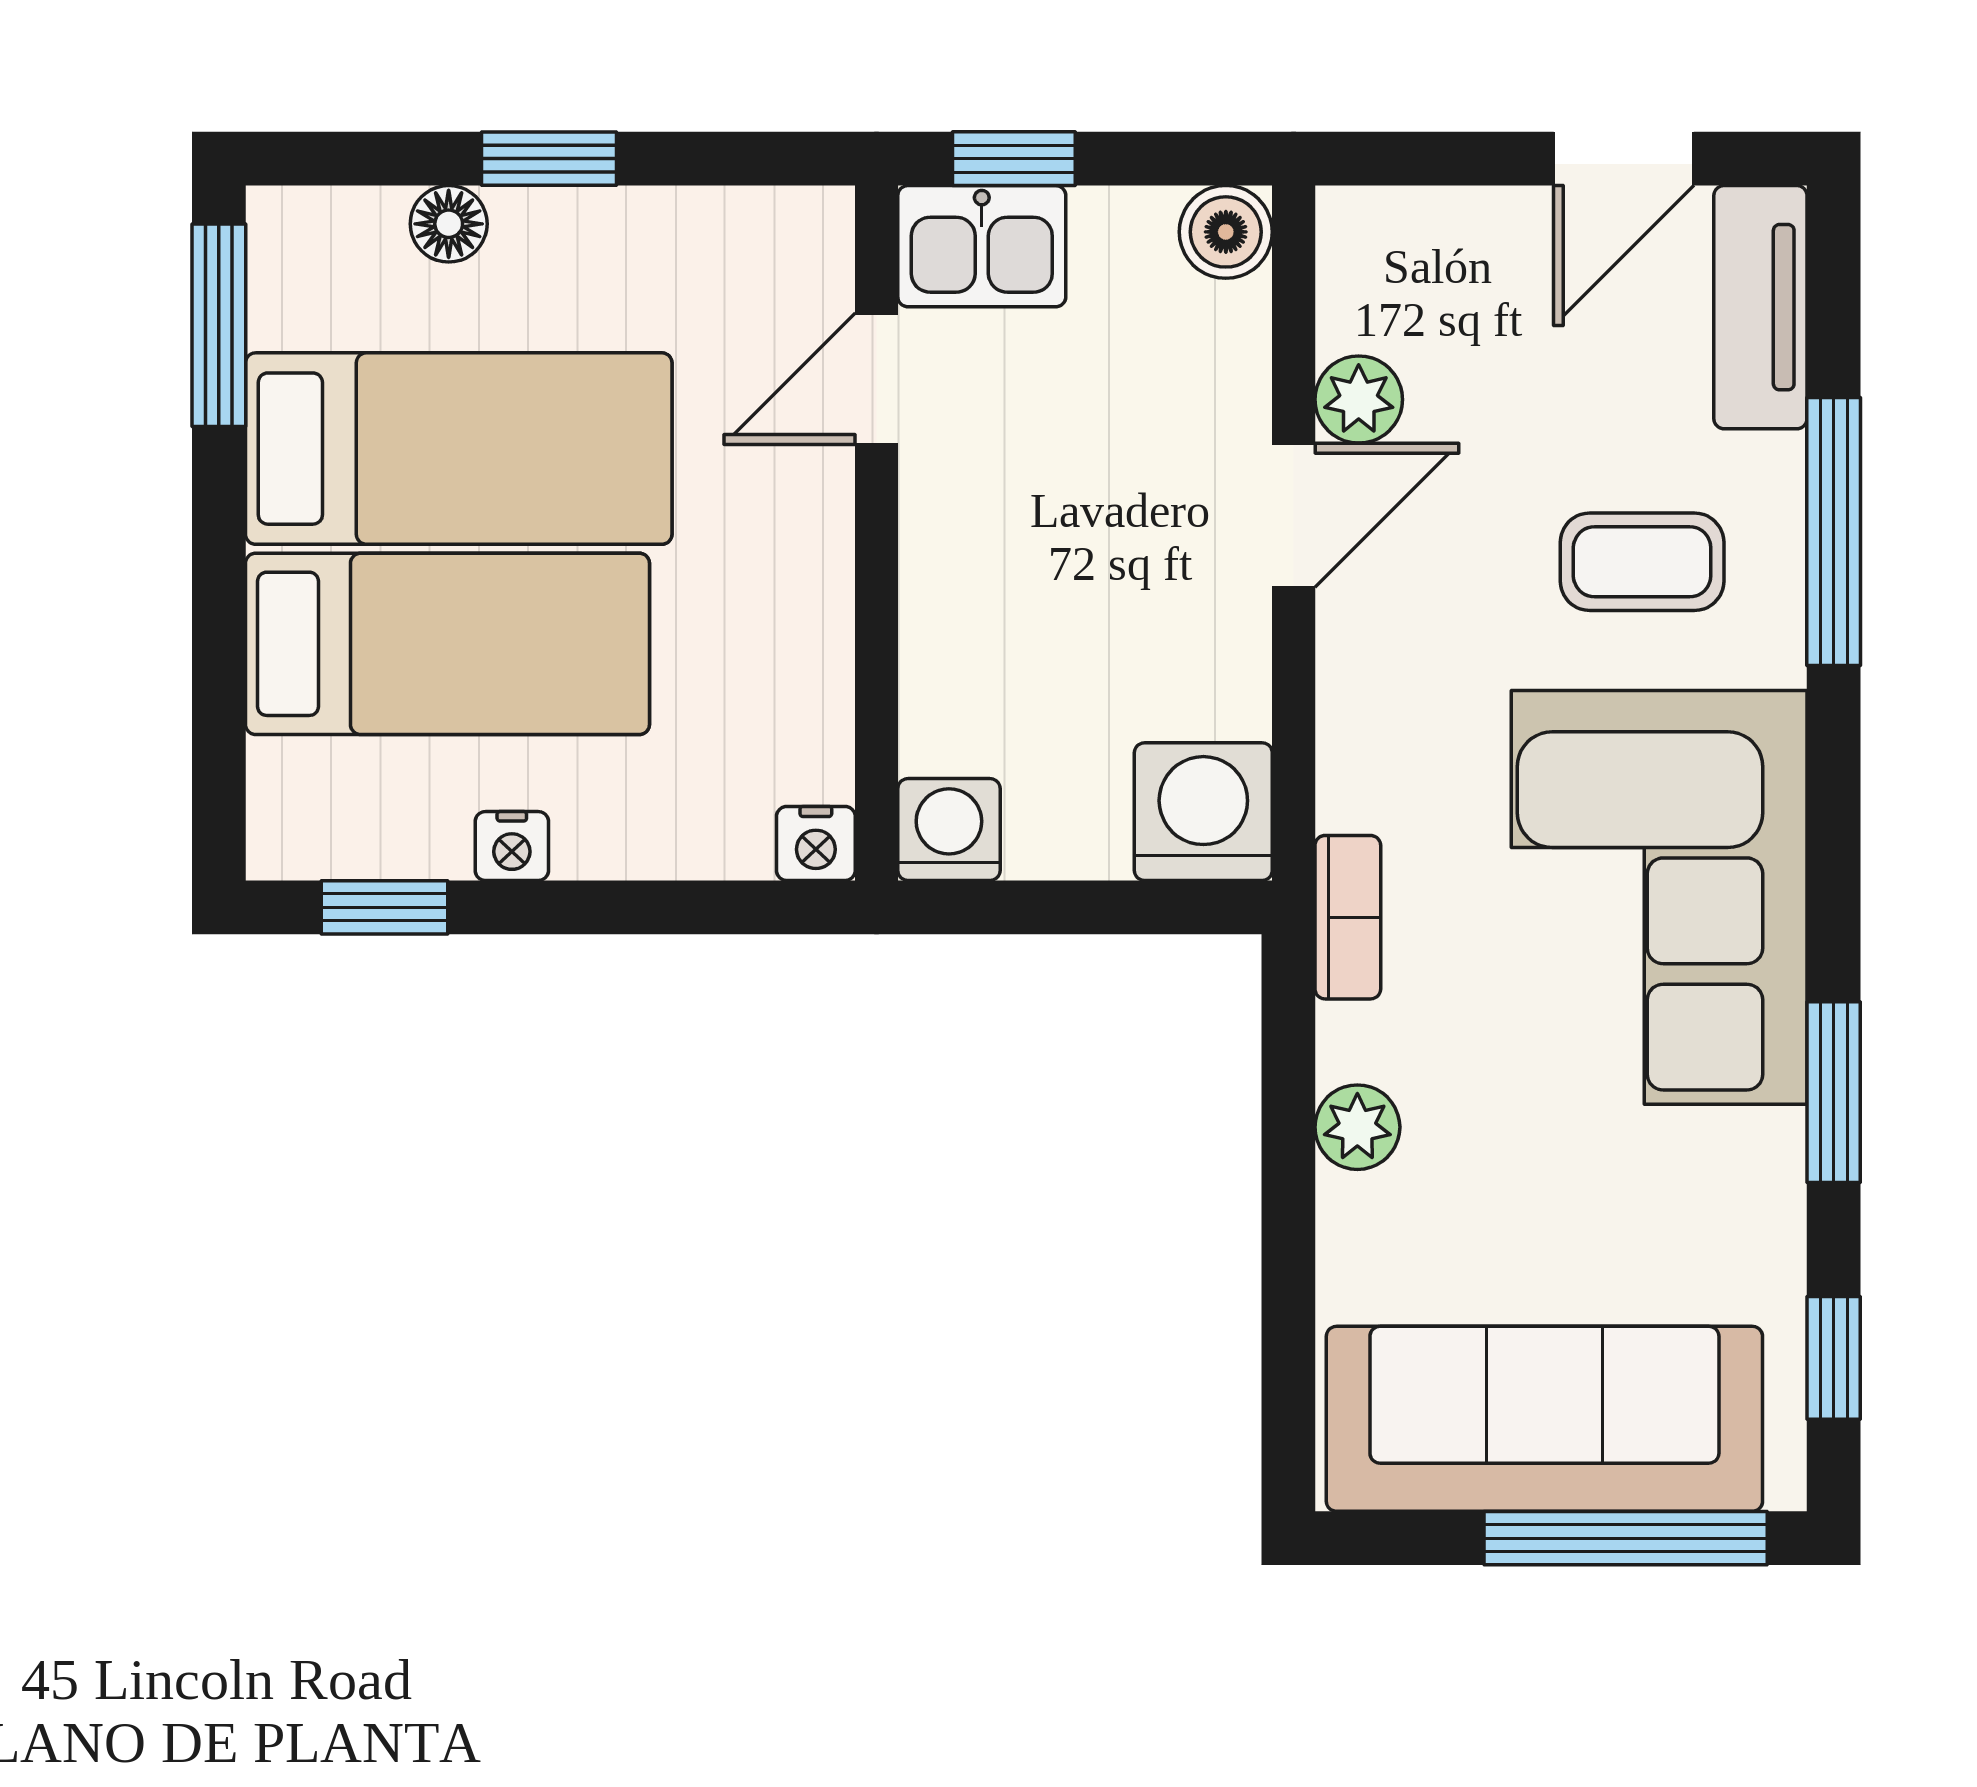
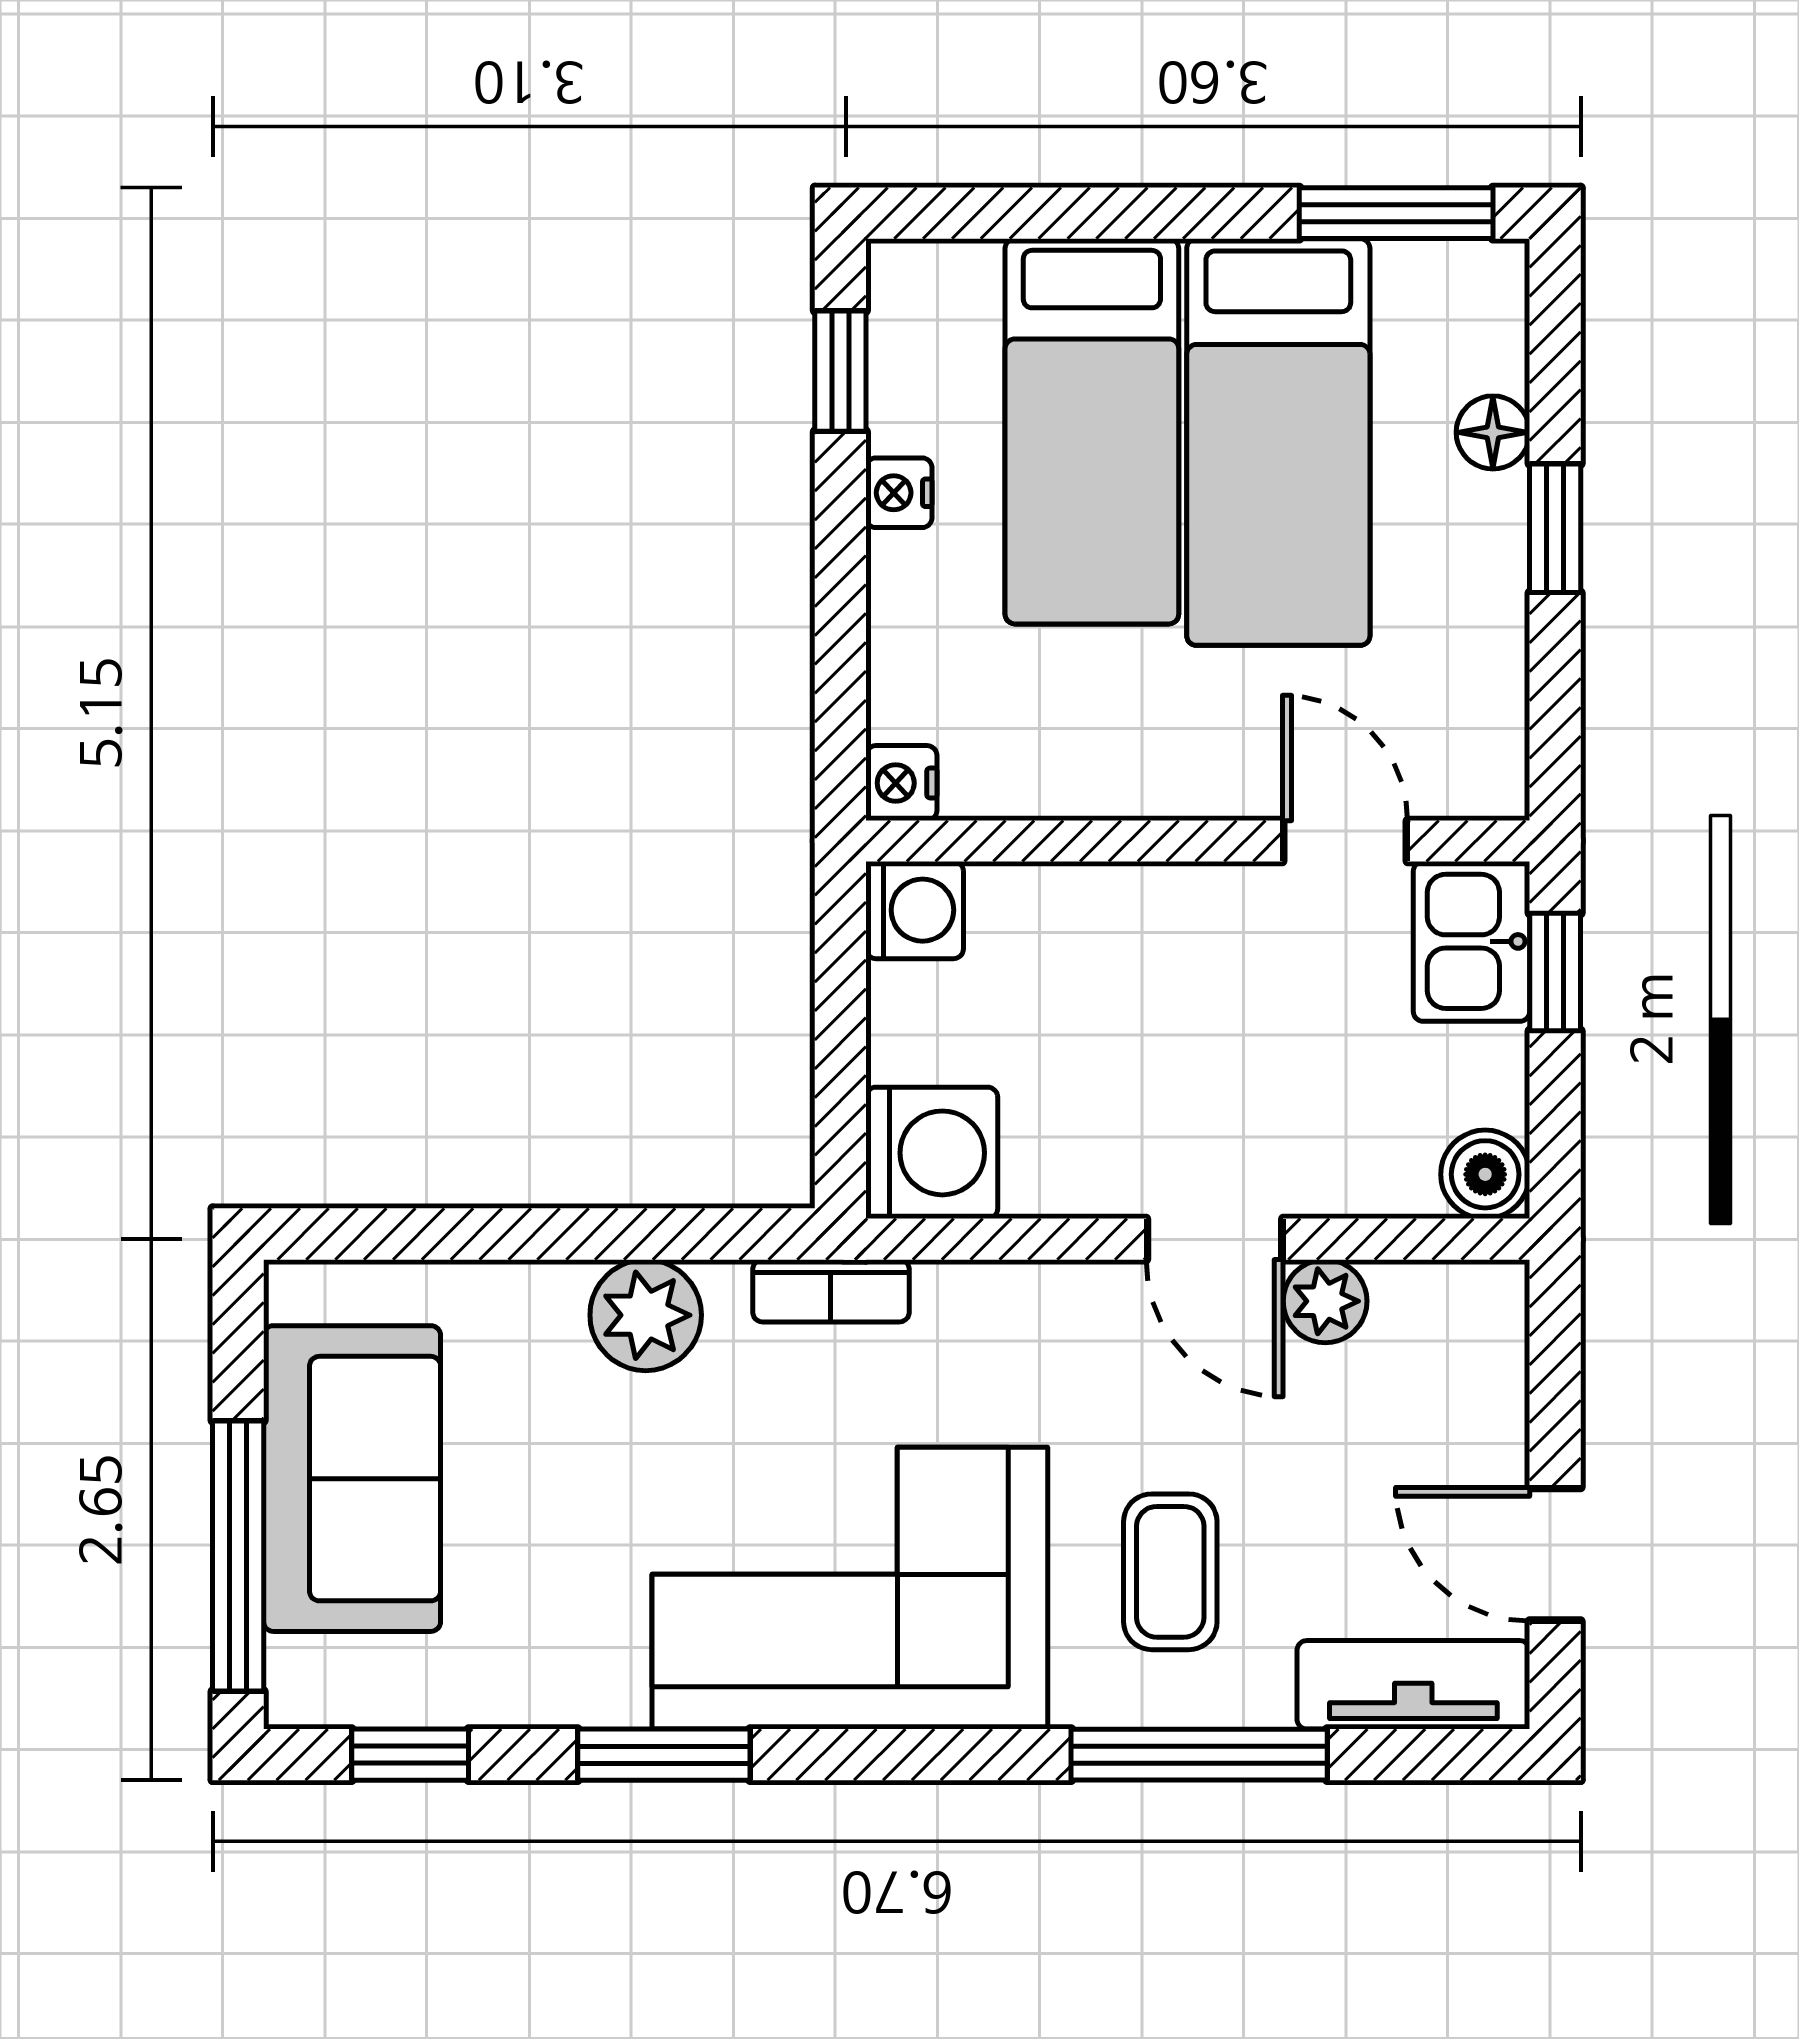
plant: (1357, 1127) -> (646, 1315), width x1.38, depth x1.38
sofa: (1544, 1419) -> (352, 1479), width x0.73

